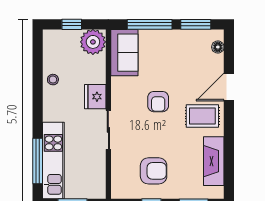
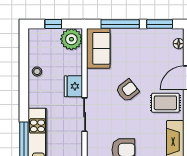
armchair: (158, 102) -> (127, 90), turned -128

